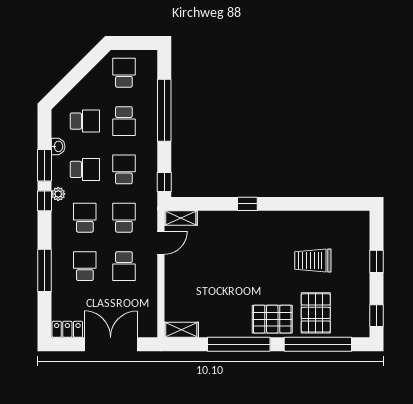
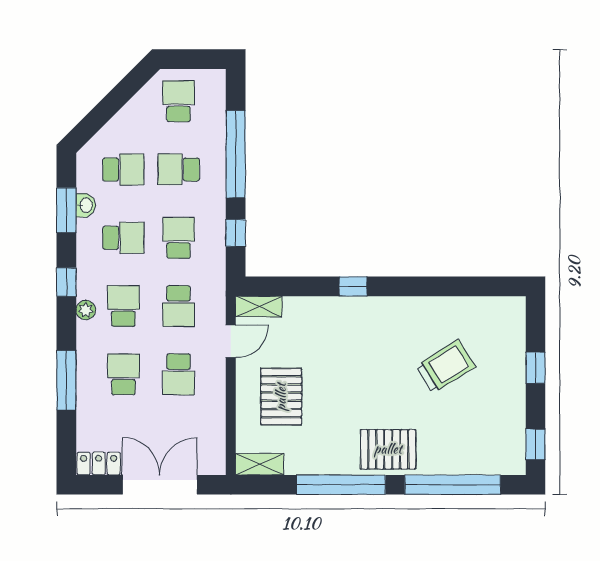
school desk: (124, 121) -> (179, 169), turned 90
window: (44, 165) -> (66, 210), moved
window: (164, 182) -> (236, 233), moved
plant: (58, 194) -> (86, 310), moved
school desk: (124, 218) -> (179, 306), turned 180
trolley: (313, 260) -> (446, 366), turned 148
pallet: (316, 313) -> (281, 397), moved

